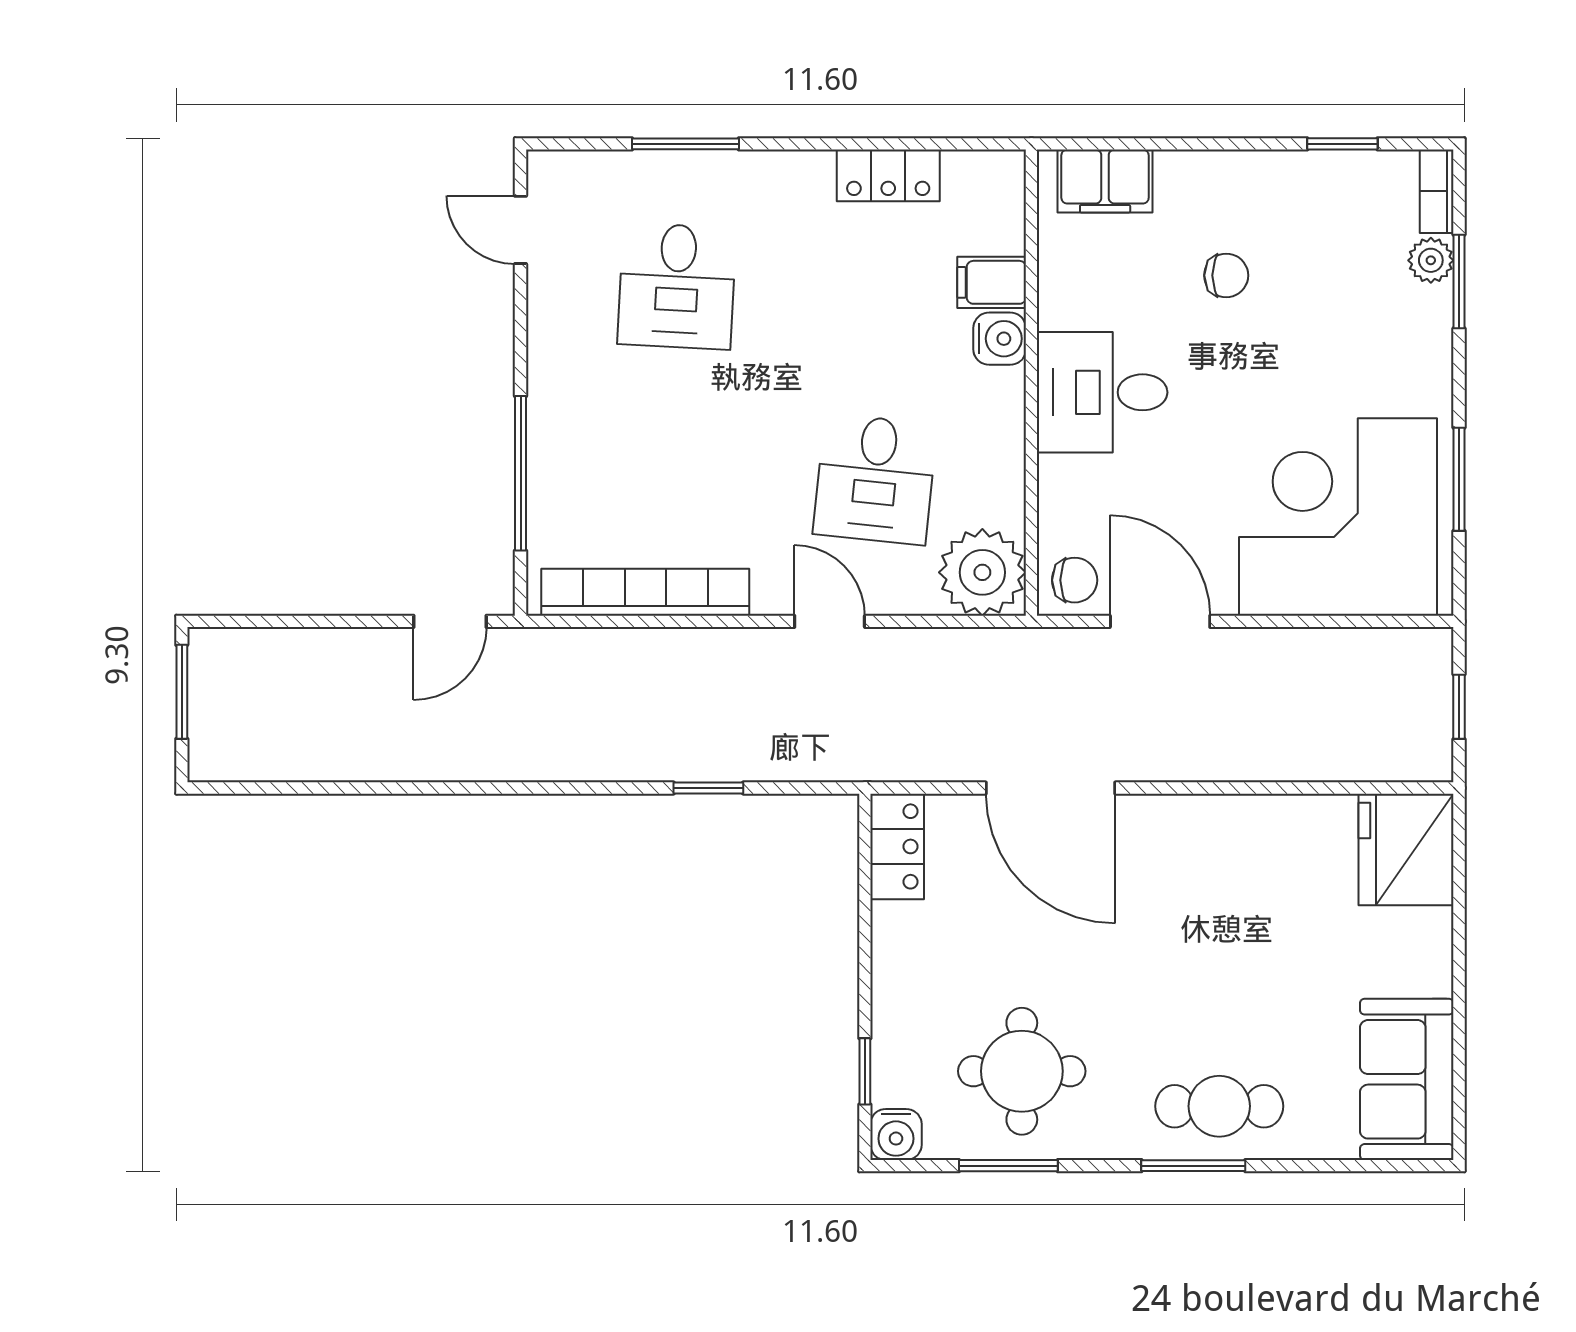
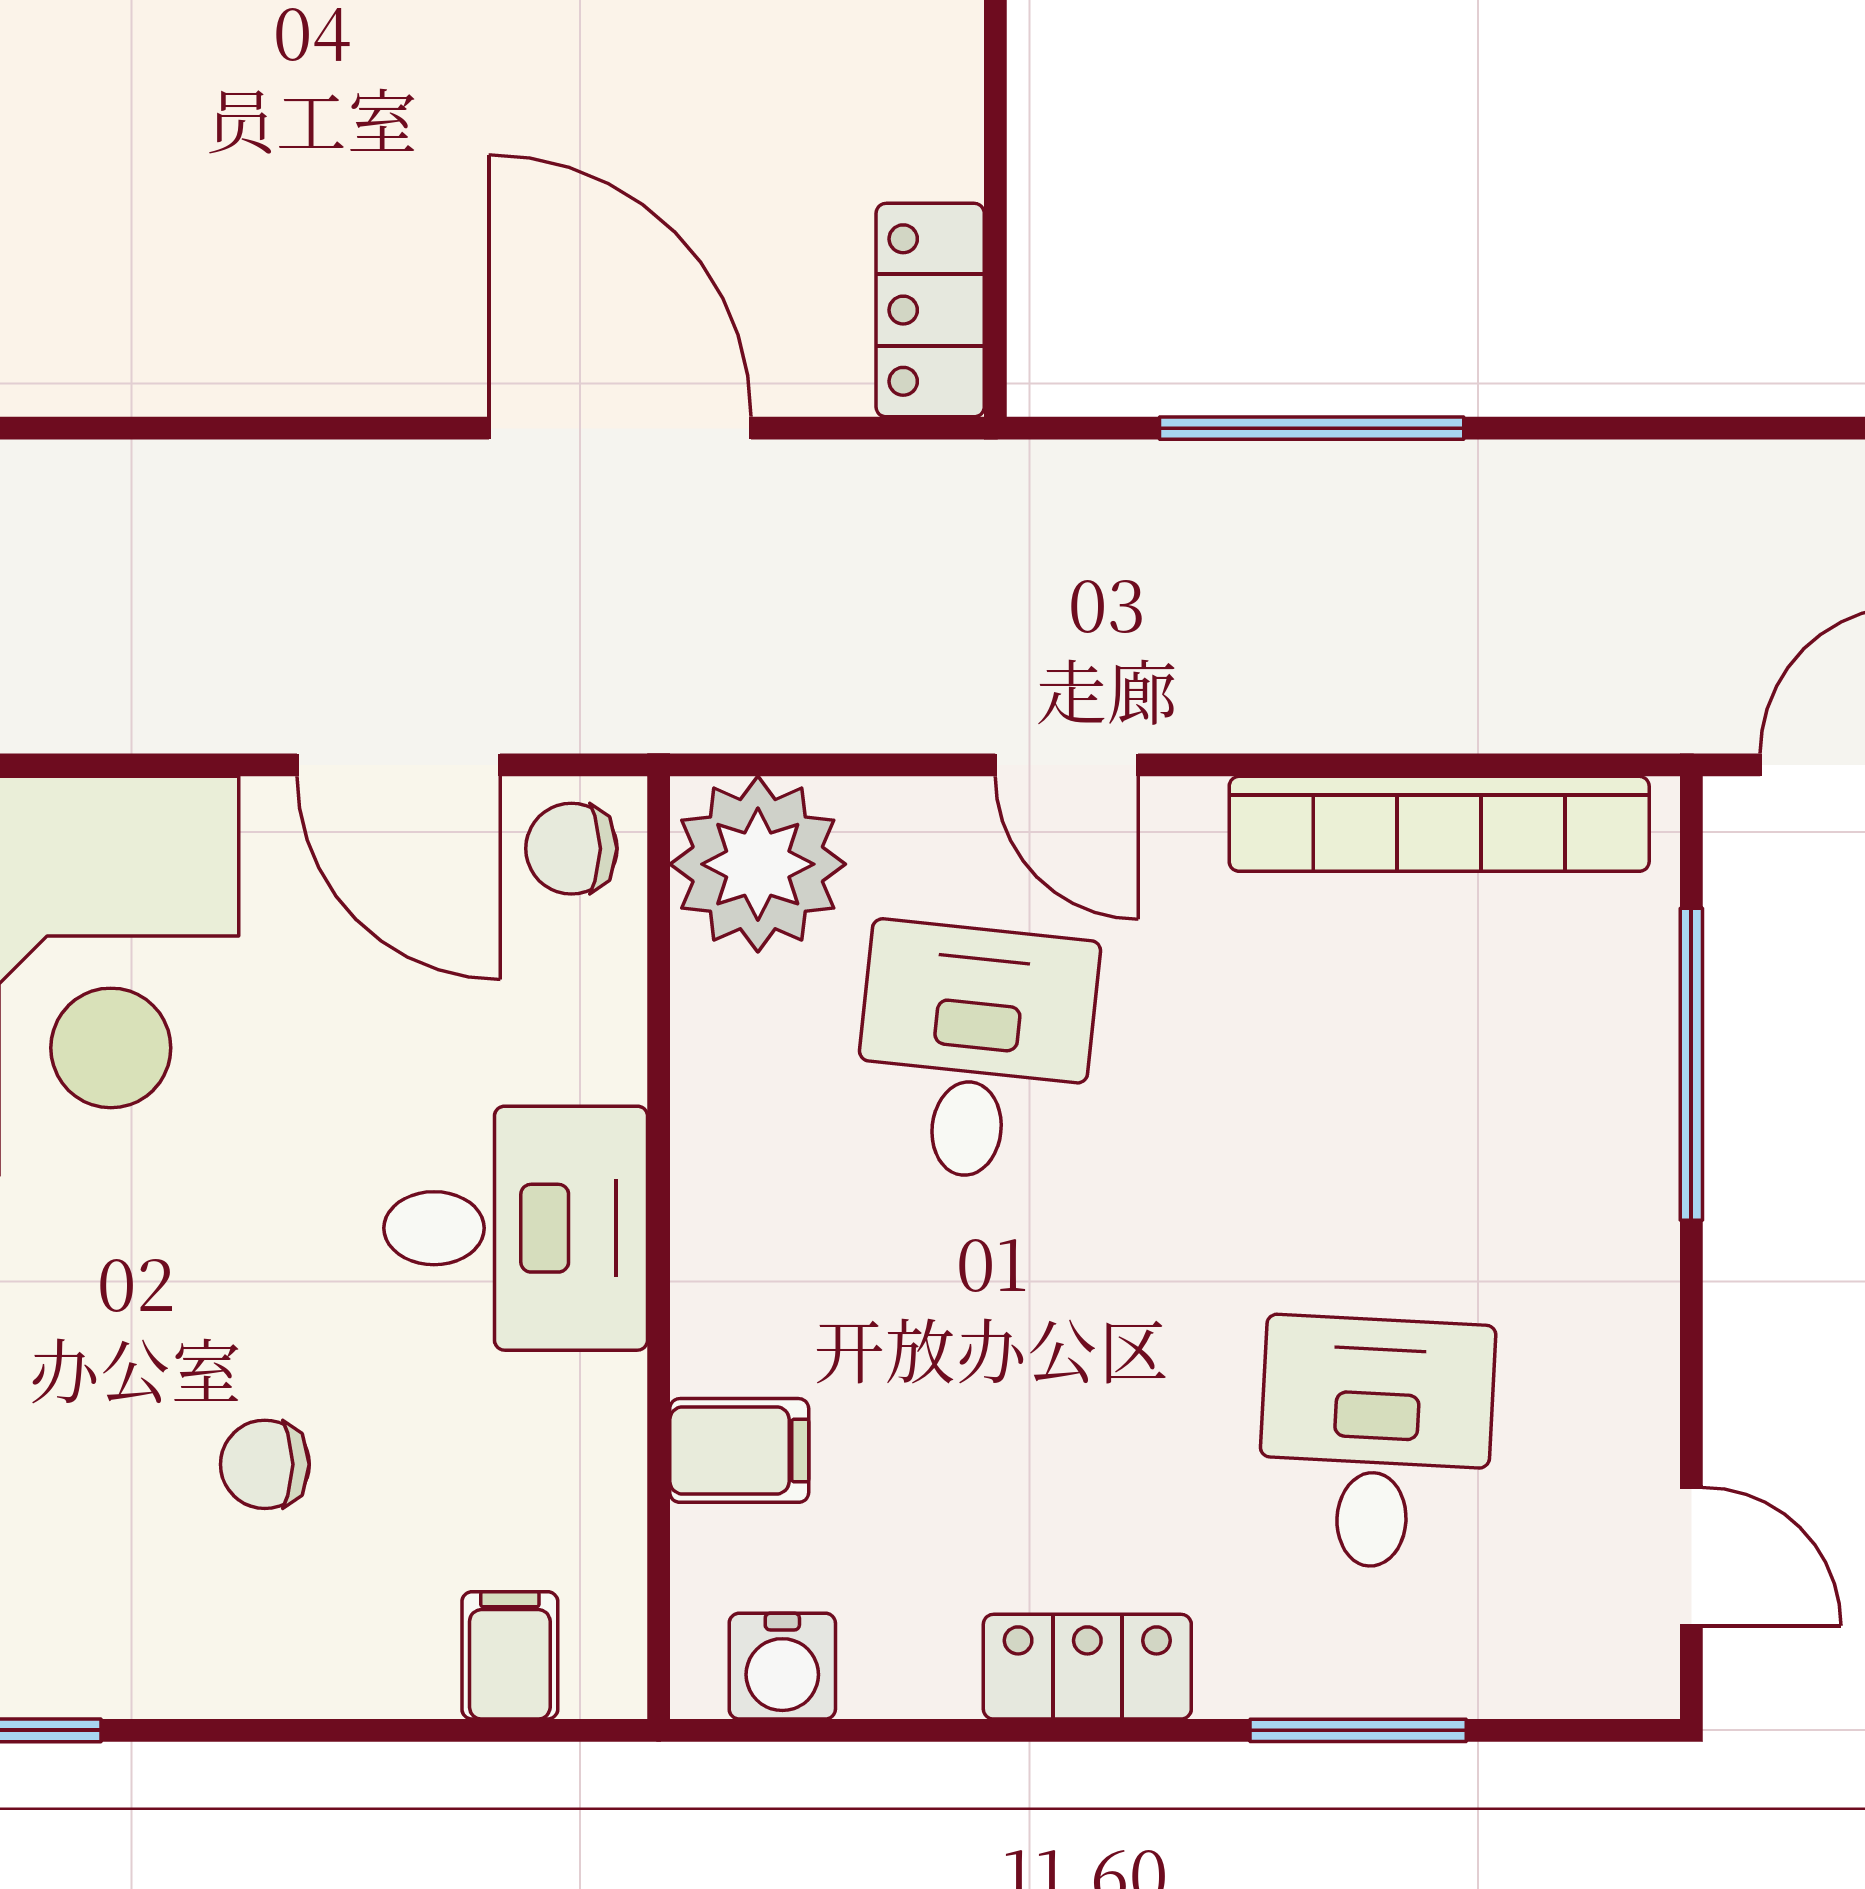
locker: (888, 175) -> (1087, 1667), moved
filing cabinet: (1105, 181) -> (510, 1655), width x0.50
water cooler: (1000, 339) -> (782, 1666), moved, turned -90
window: (708, 788) -> (1312, 428), width x2.17

